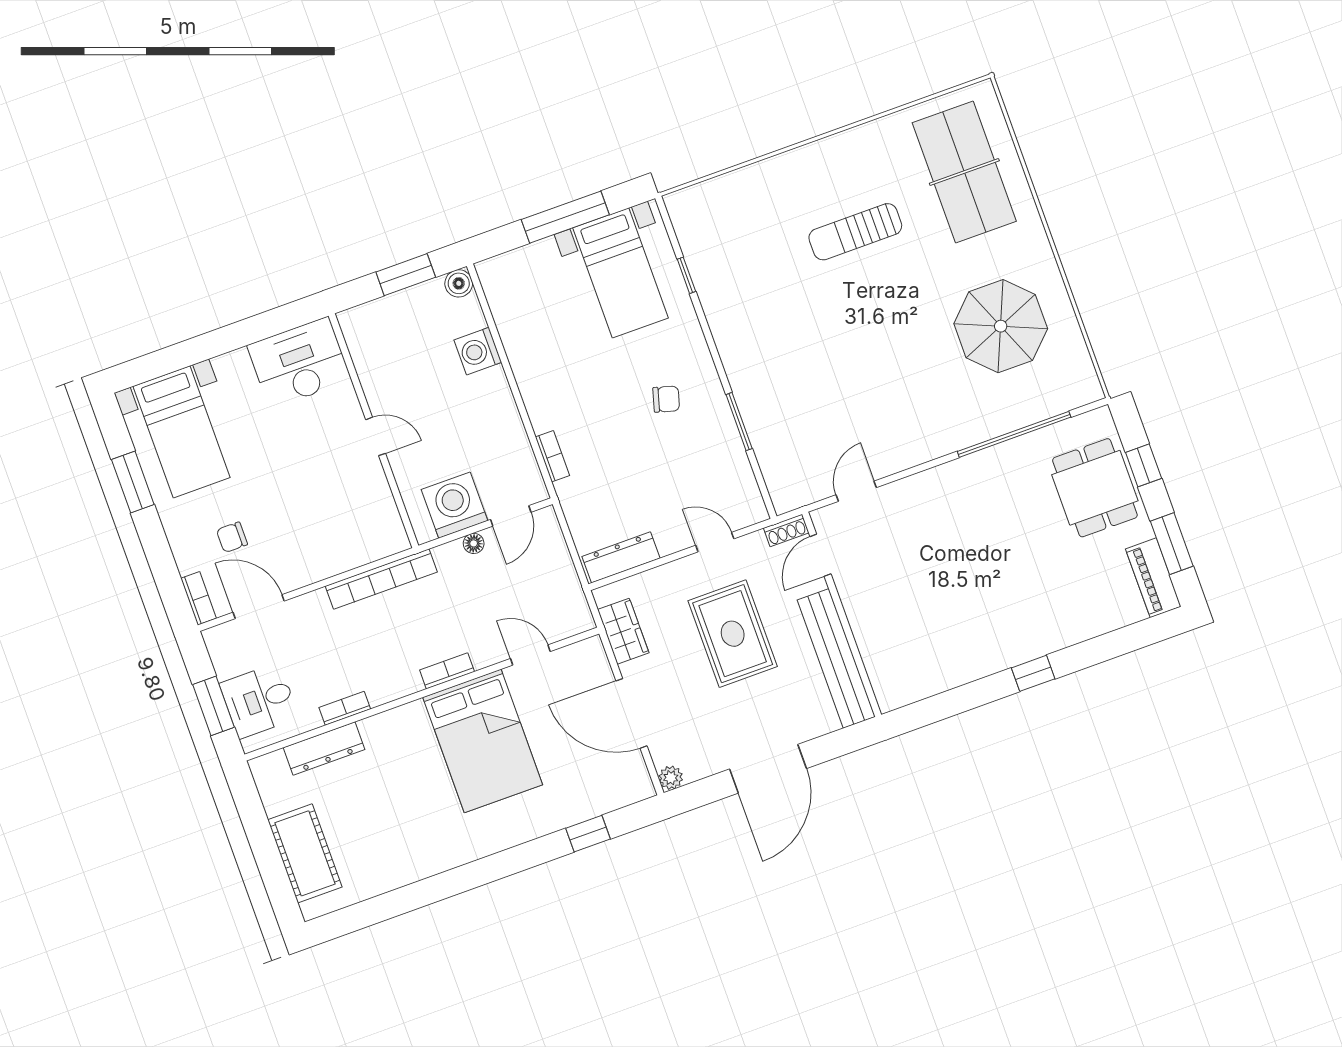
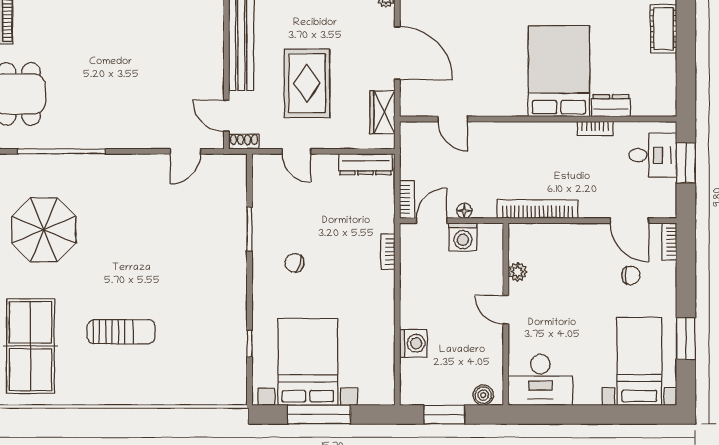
bed with nightstands: (621, 273) -> (308, 362), width x1.36
boiler: (459, 283) -> (483, 395), moved
plant: (378, 490) -> (518, 272), added
washing machine: (454, 505) -> (463, 237), width x0.73, depth x0.73
door: (820, 555) -> (226, 116), swing flipped
bookcase: (447, 671) -> (407, 199), moved, turned -90
bed: (483, 741) -> (559, 71), moved
dresser: (324, 748) -> (611, 106), width x0.70
cot: (305, 853) -> (664, 29), width x0.73, depth x0.75

